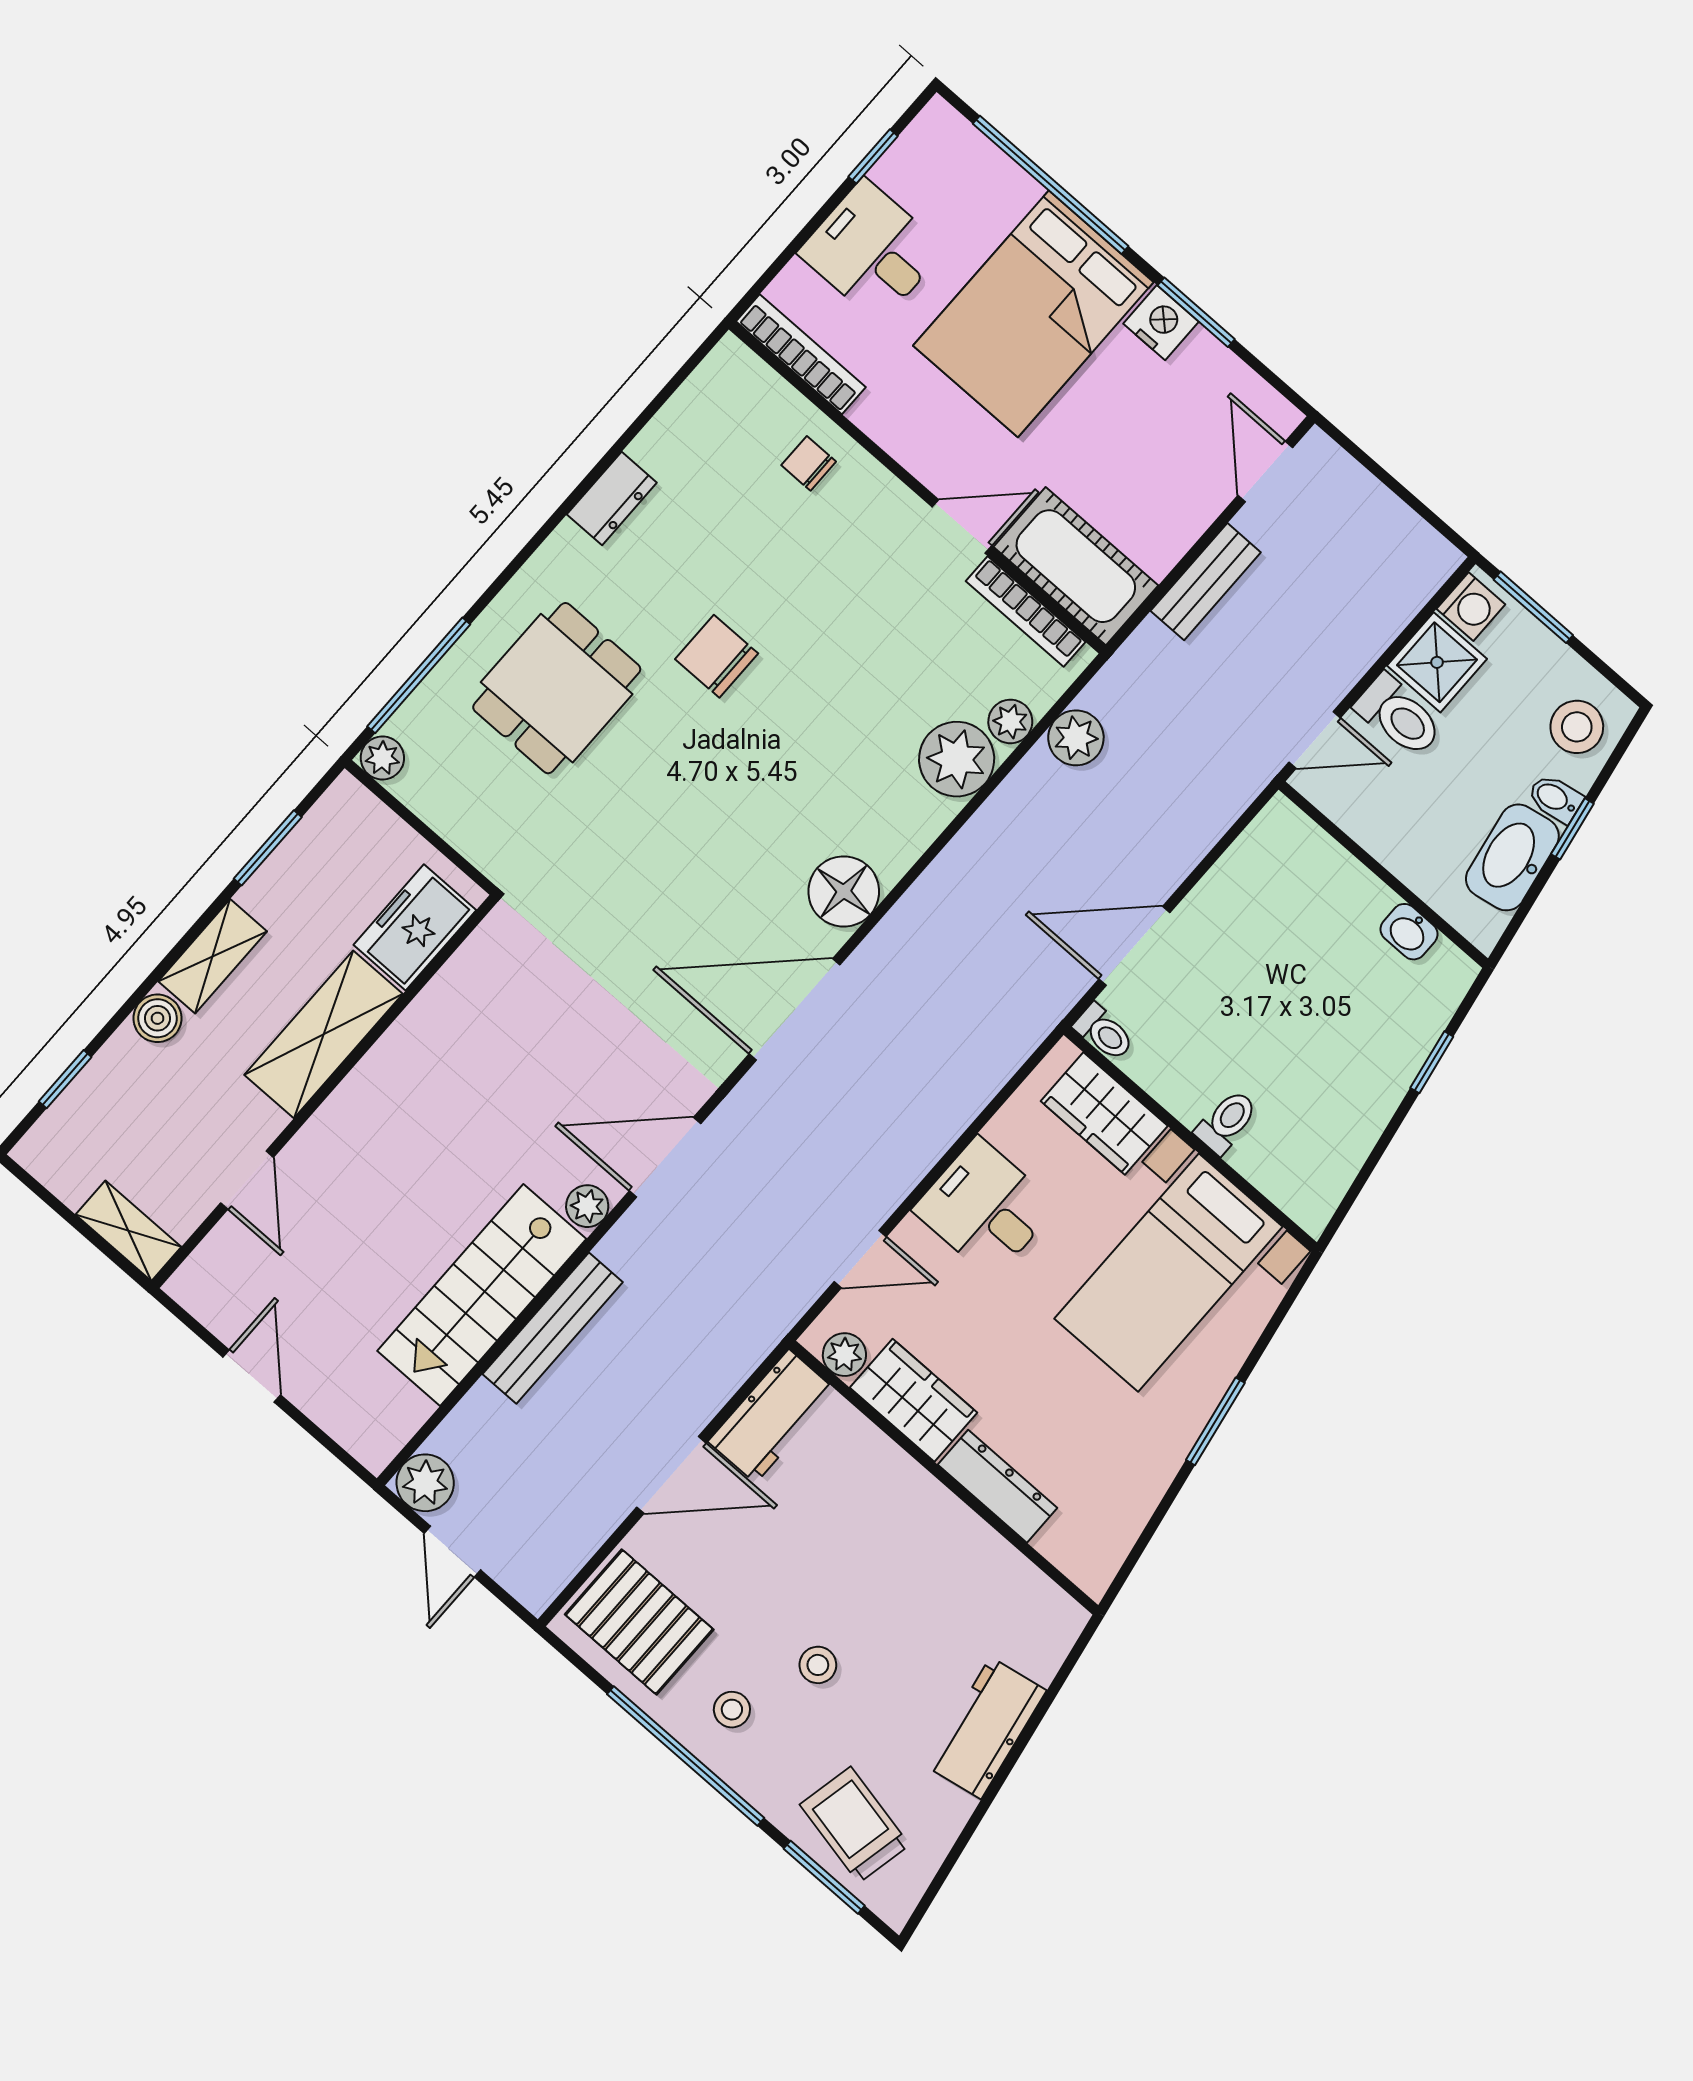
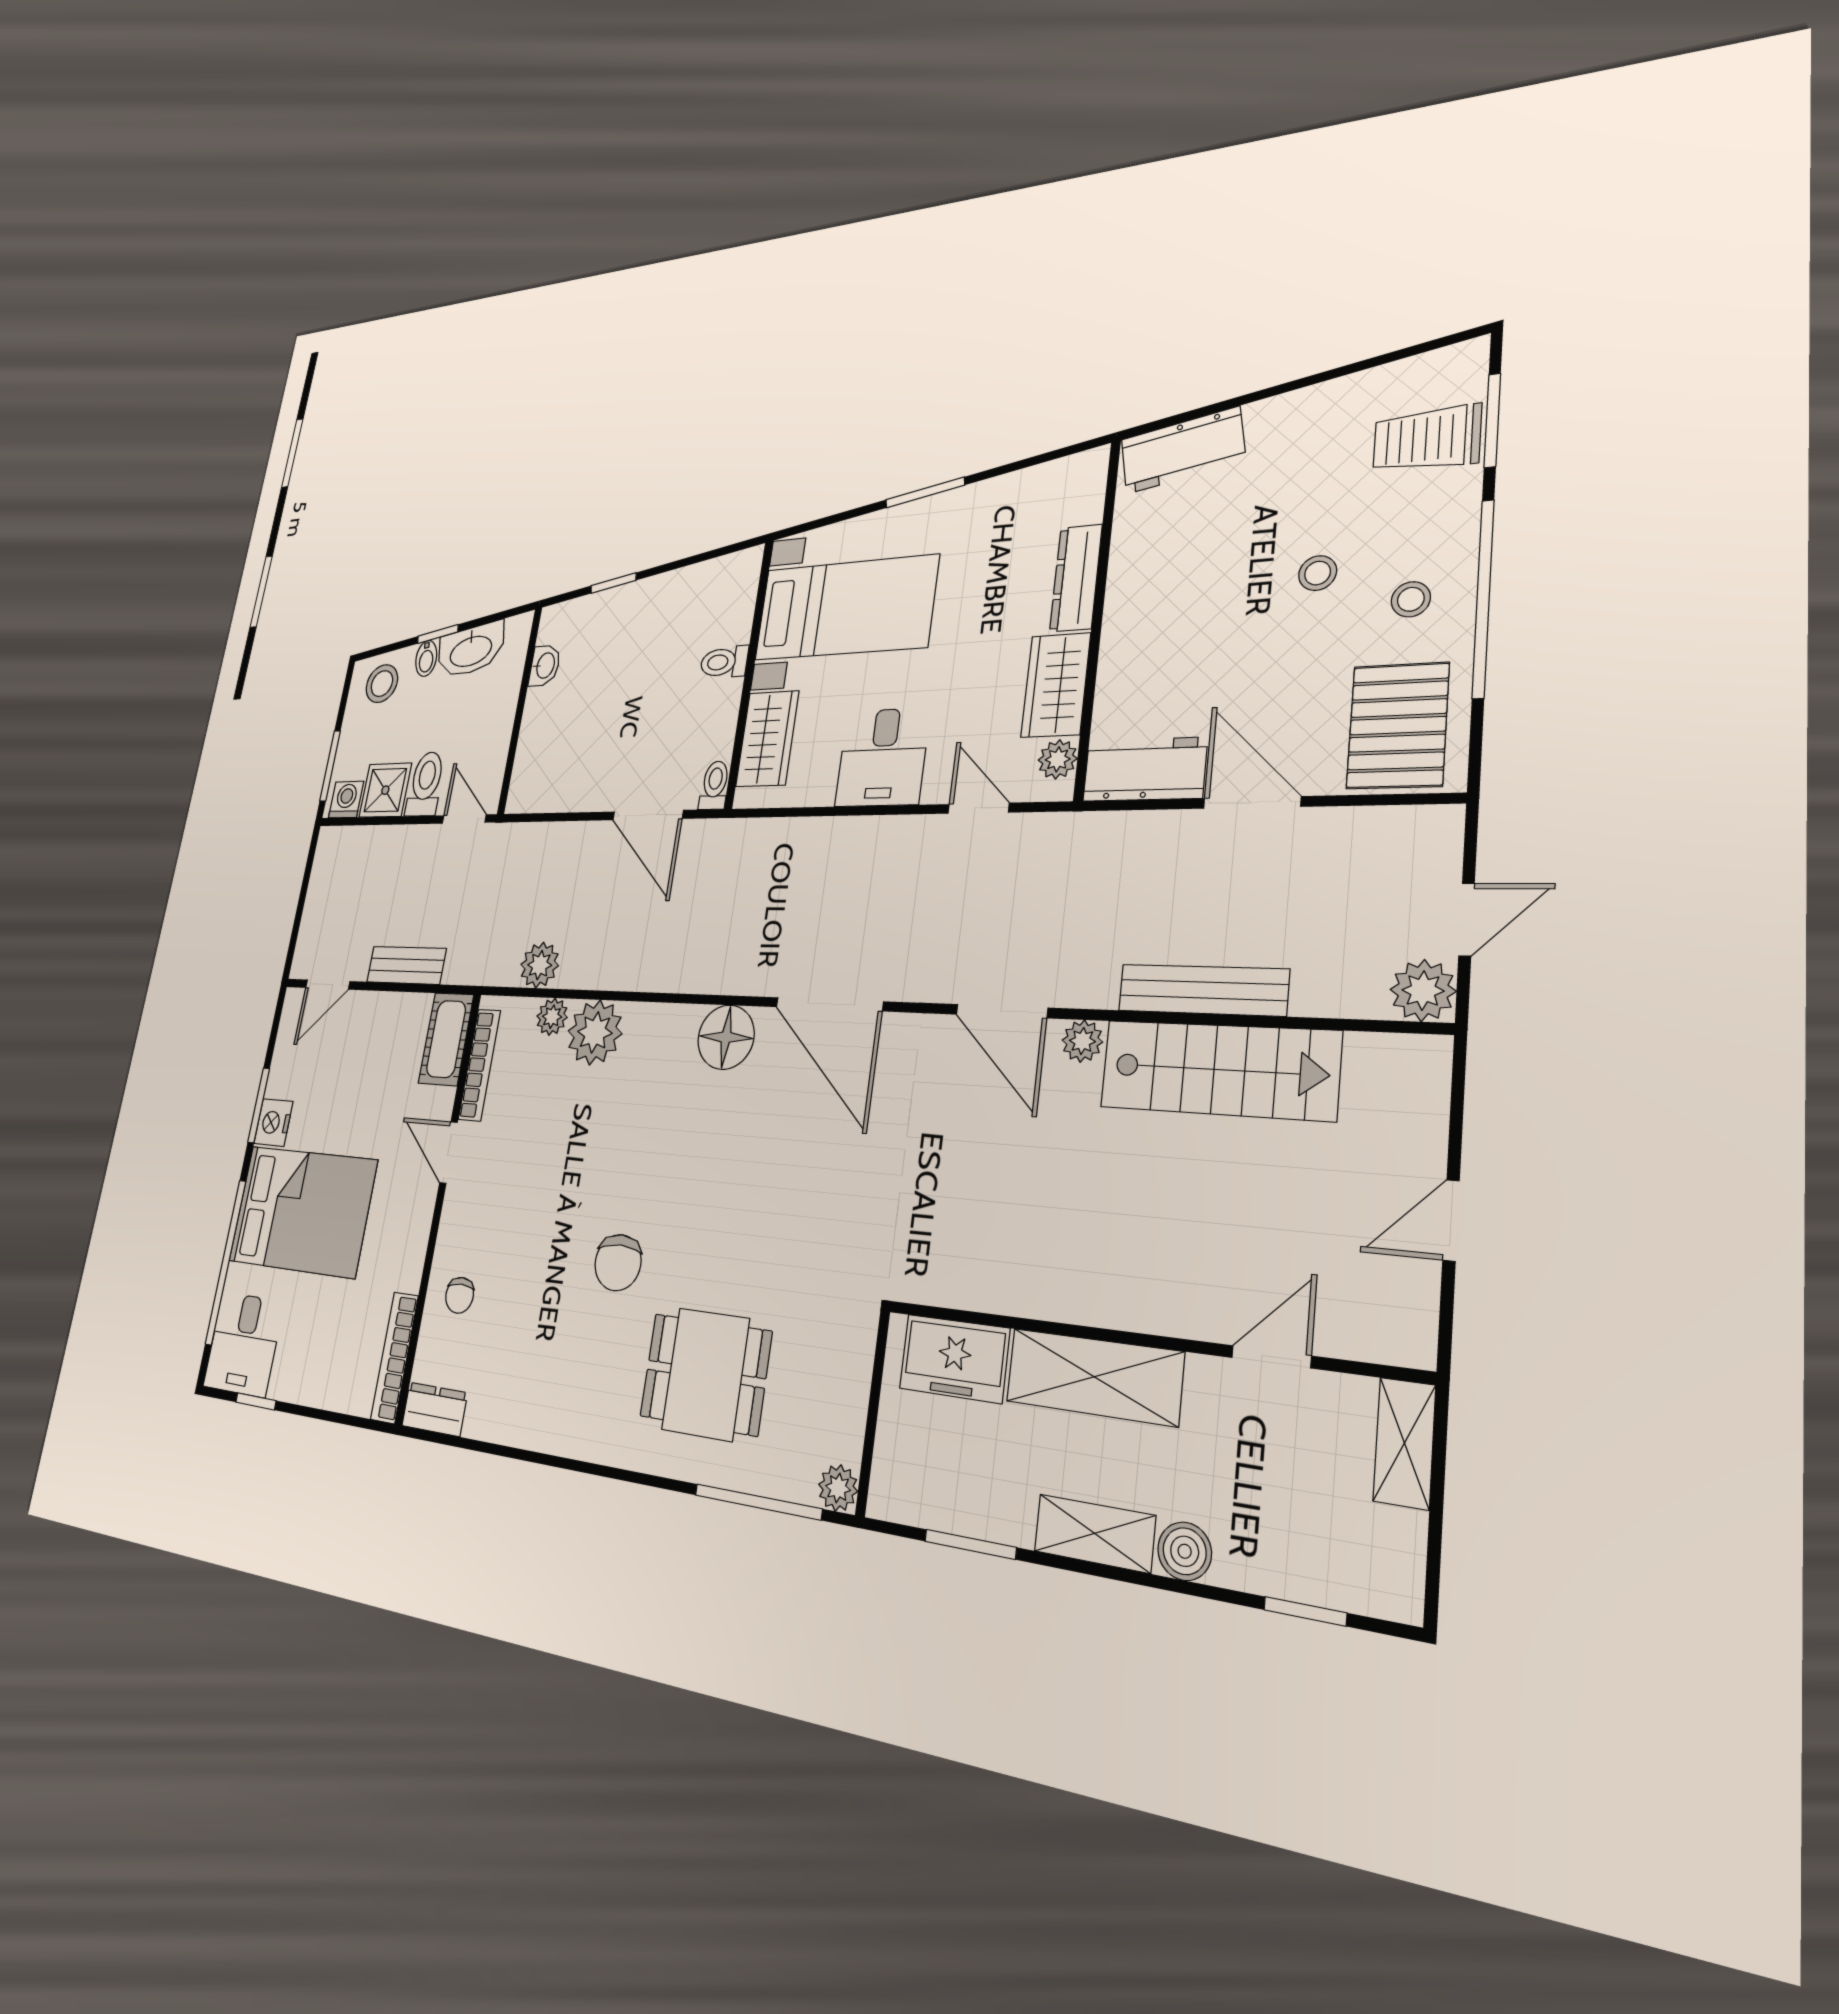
desk: (872, 251) -> (244, 1344), moved
dresser: (612, 499) -> (435, 1409), moved
cot: (1076, 566) -> (446, 1039), width x0.73, depth x0.75
workbench: (986, 1728) -> (1183, 450), moved
trolley: (855, 1825) -> (1427, 439), turned 78

